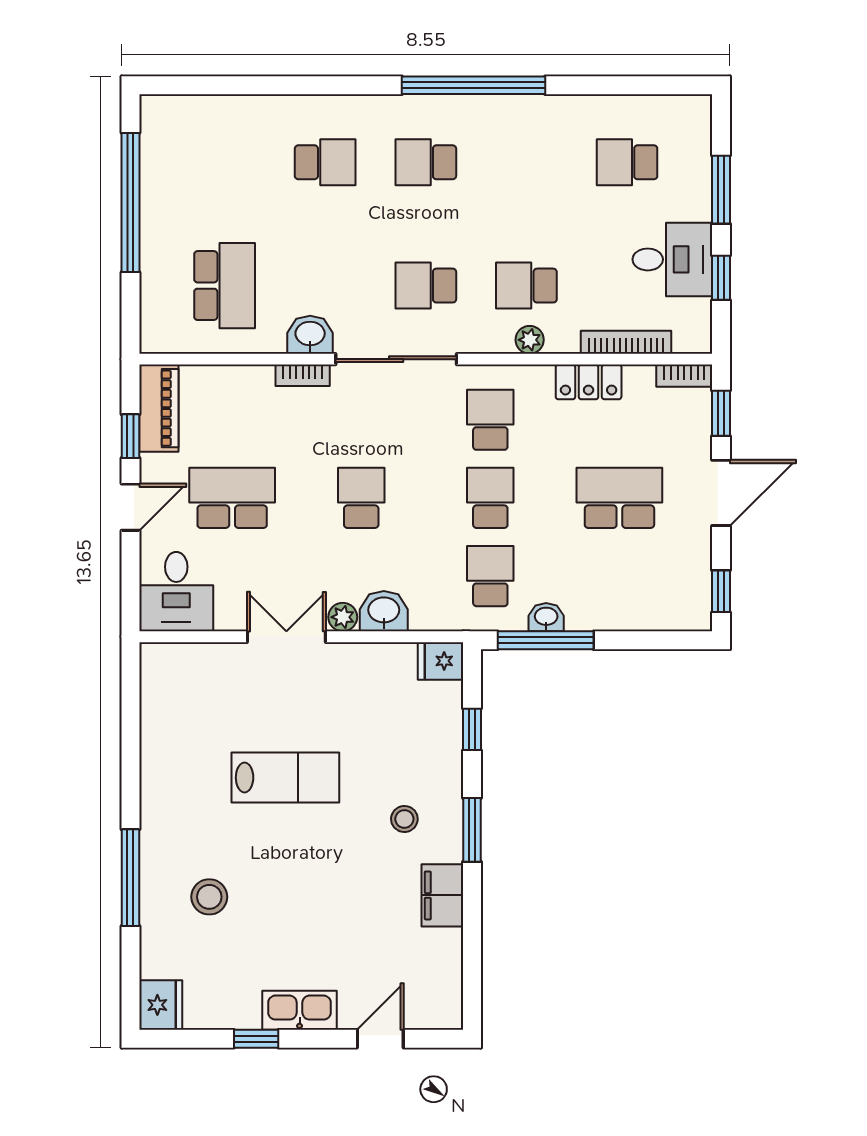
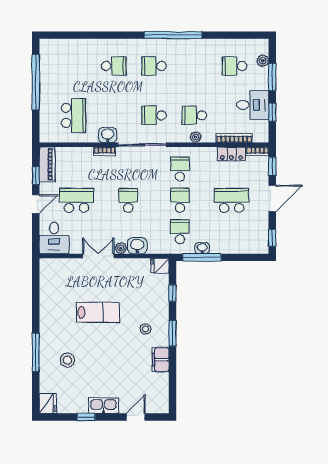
plant: (697, 149) -> (263, 61), added
locker: (589, 382) -> (231, 154), moved

